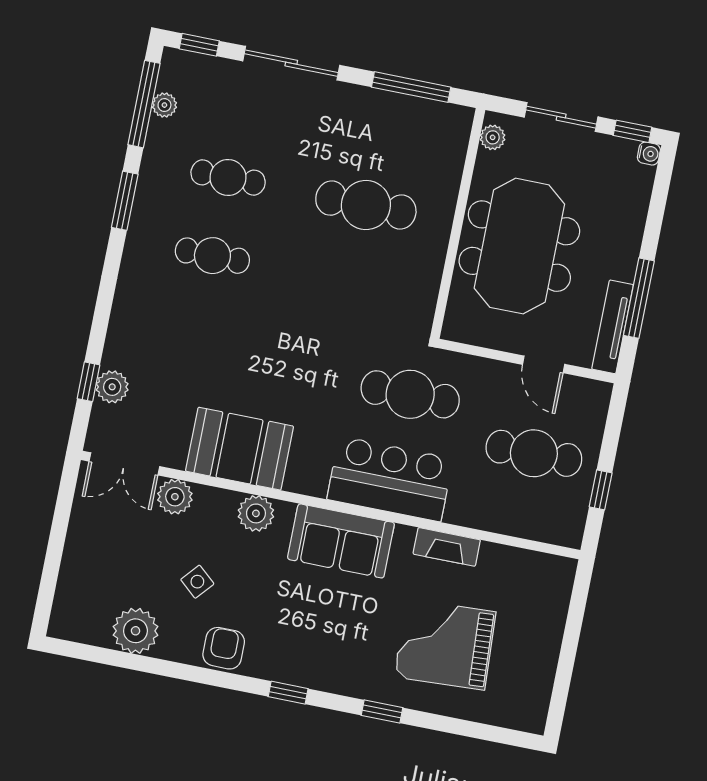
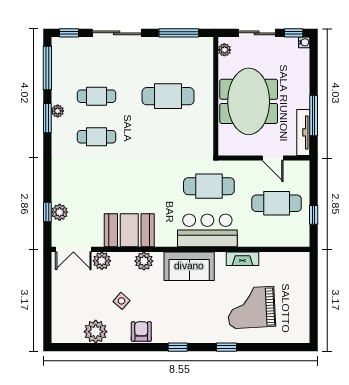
plant: (164, 105) -> (58, 111), moved

